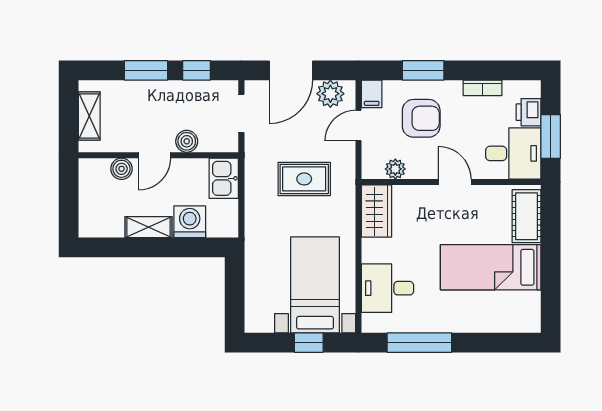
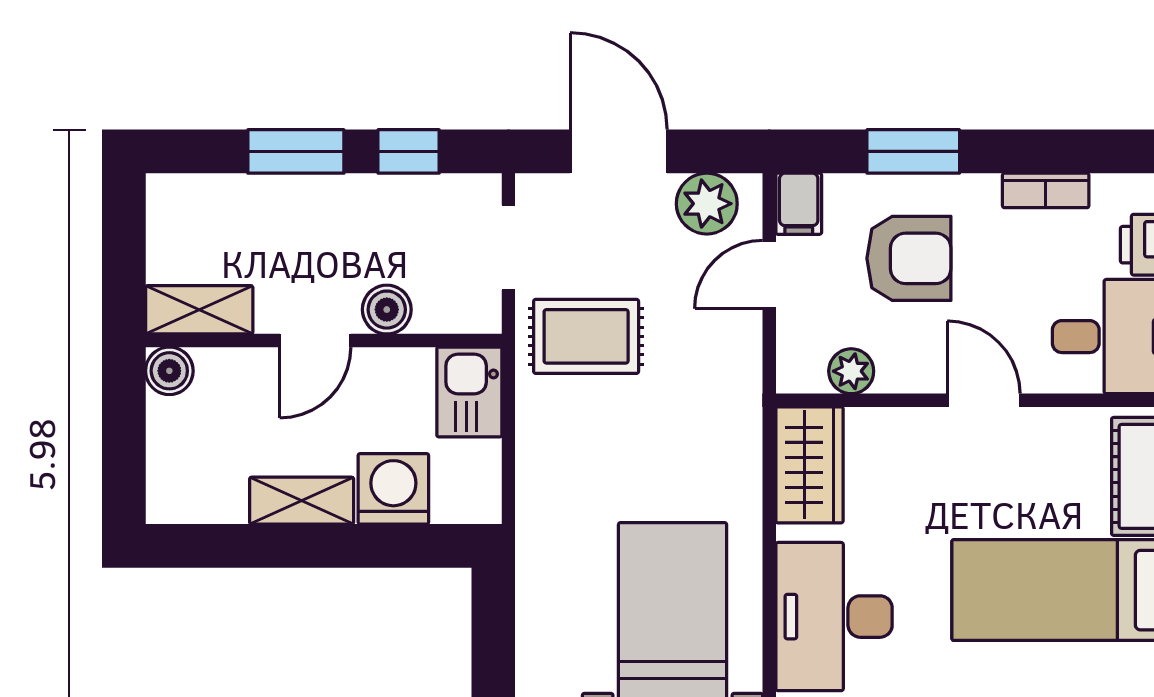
door: (291, 70) -> (619, 151), swing flipped
shelving: (89, 116) -> (199, 310), moved, turned 90
boiler: (122, 169) -> (169, 371), moved
rug: (304, 179) -> (586, 336), moved
desk: (388, 288) -> (834, 617), width x1.37

